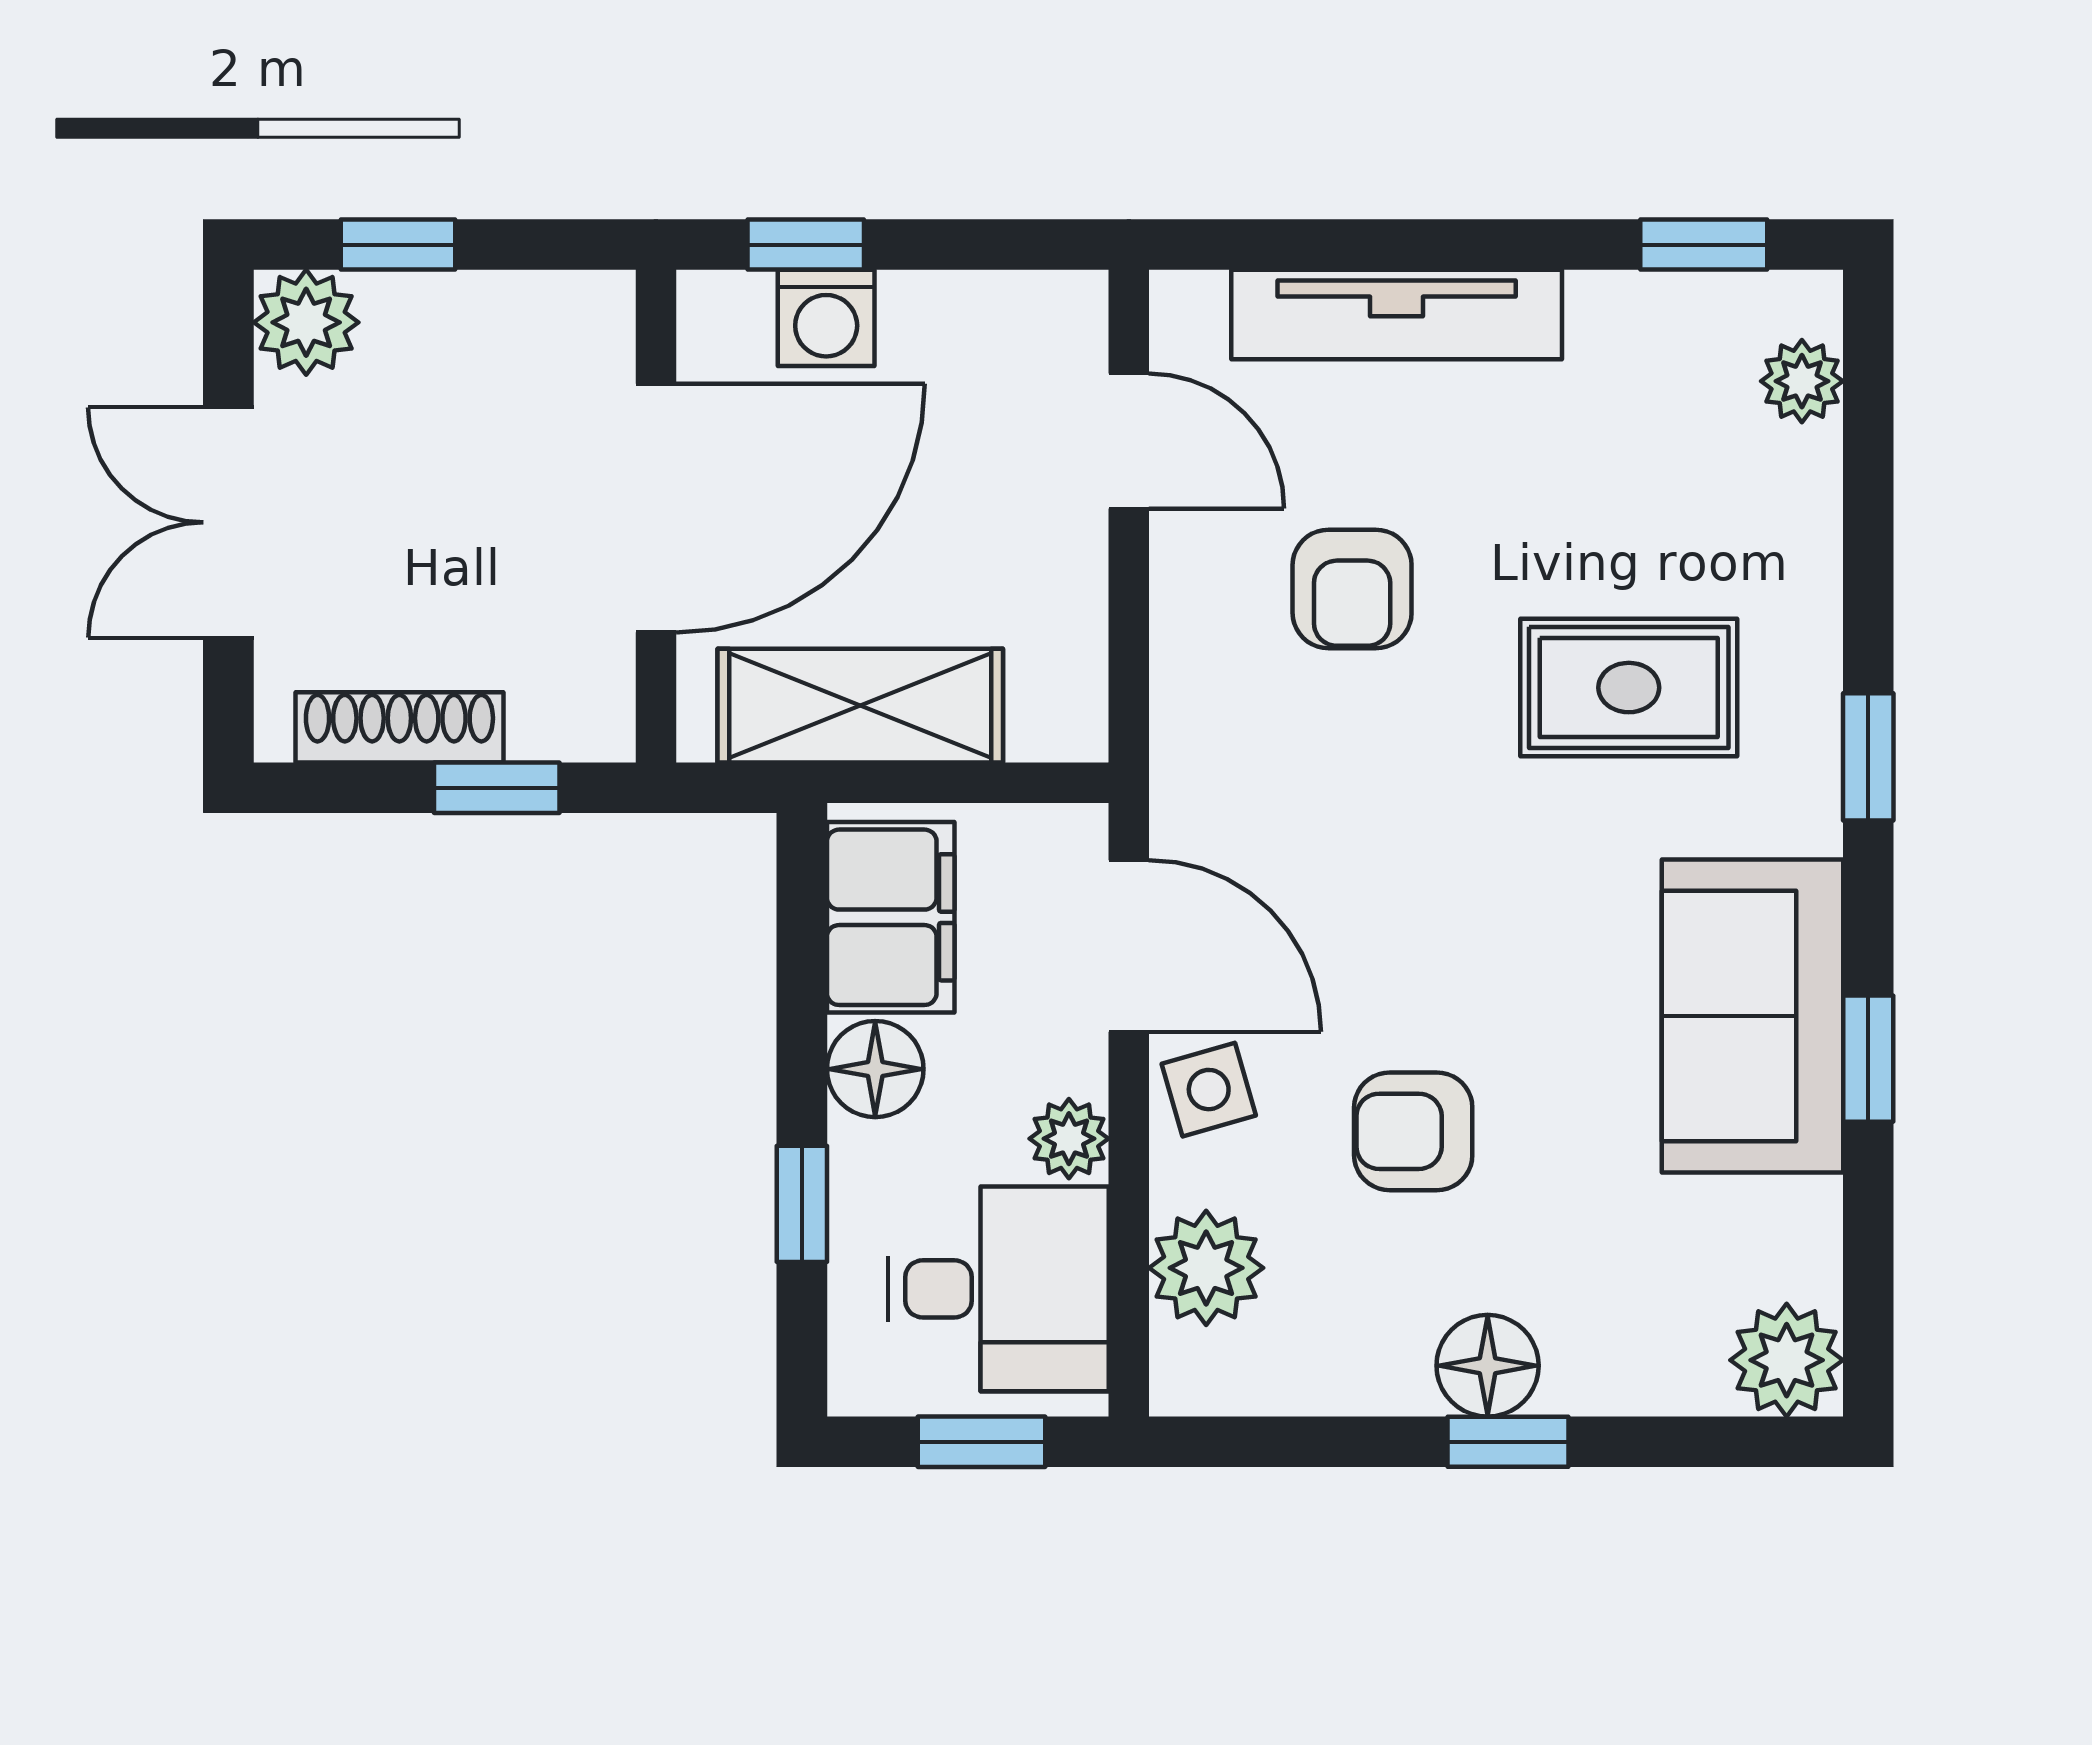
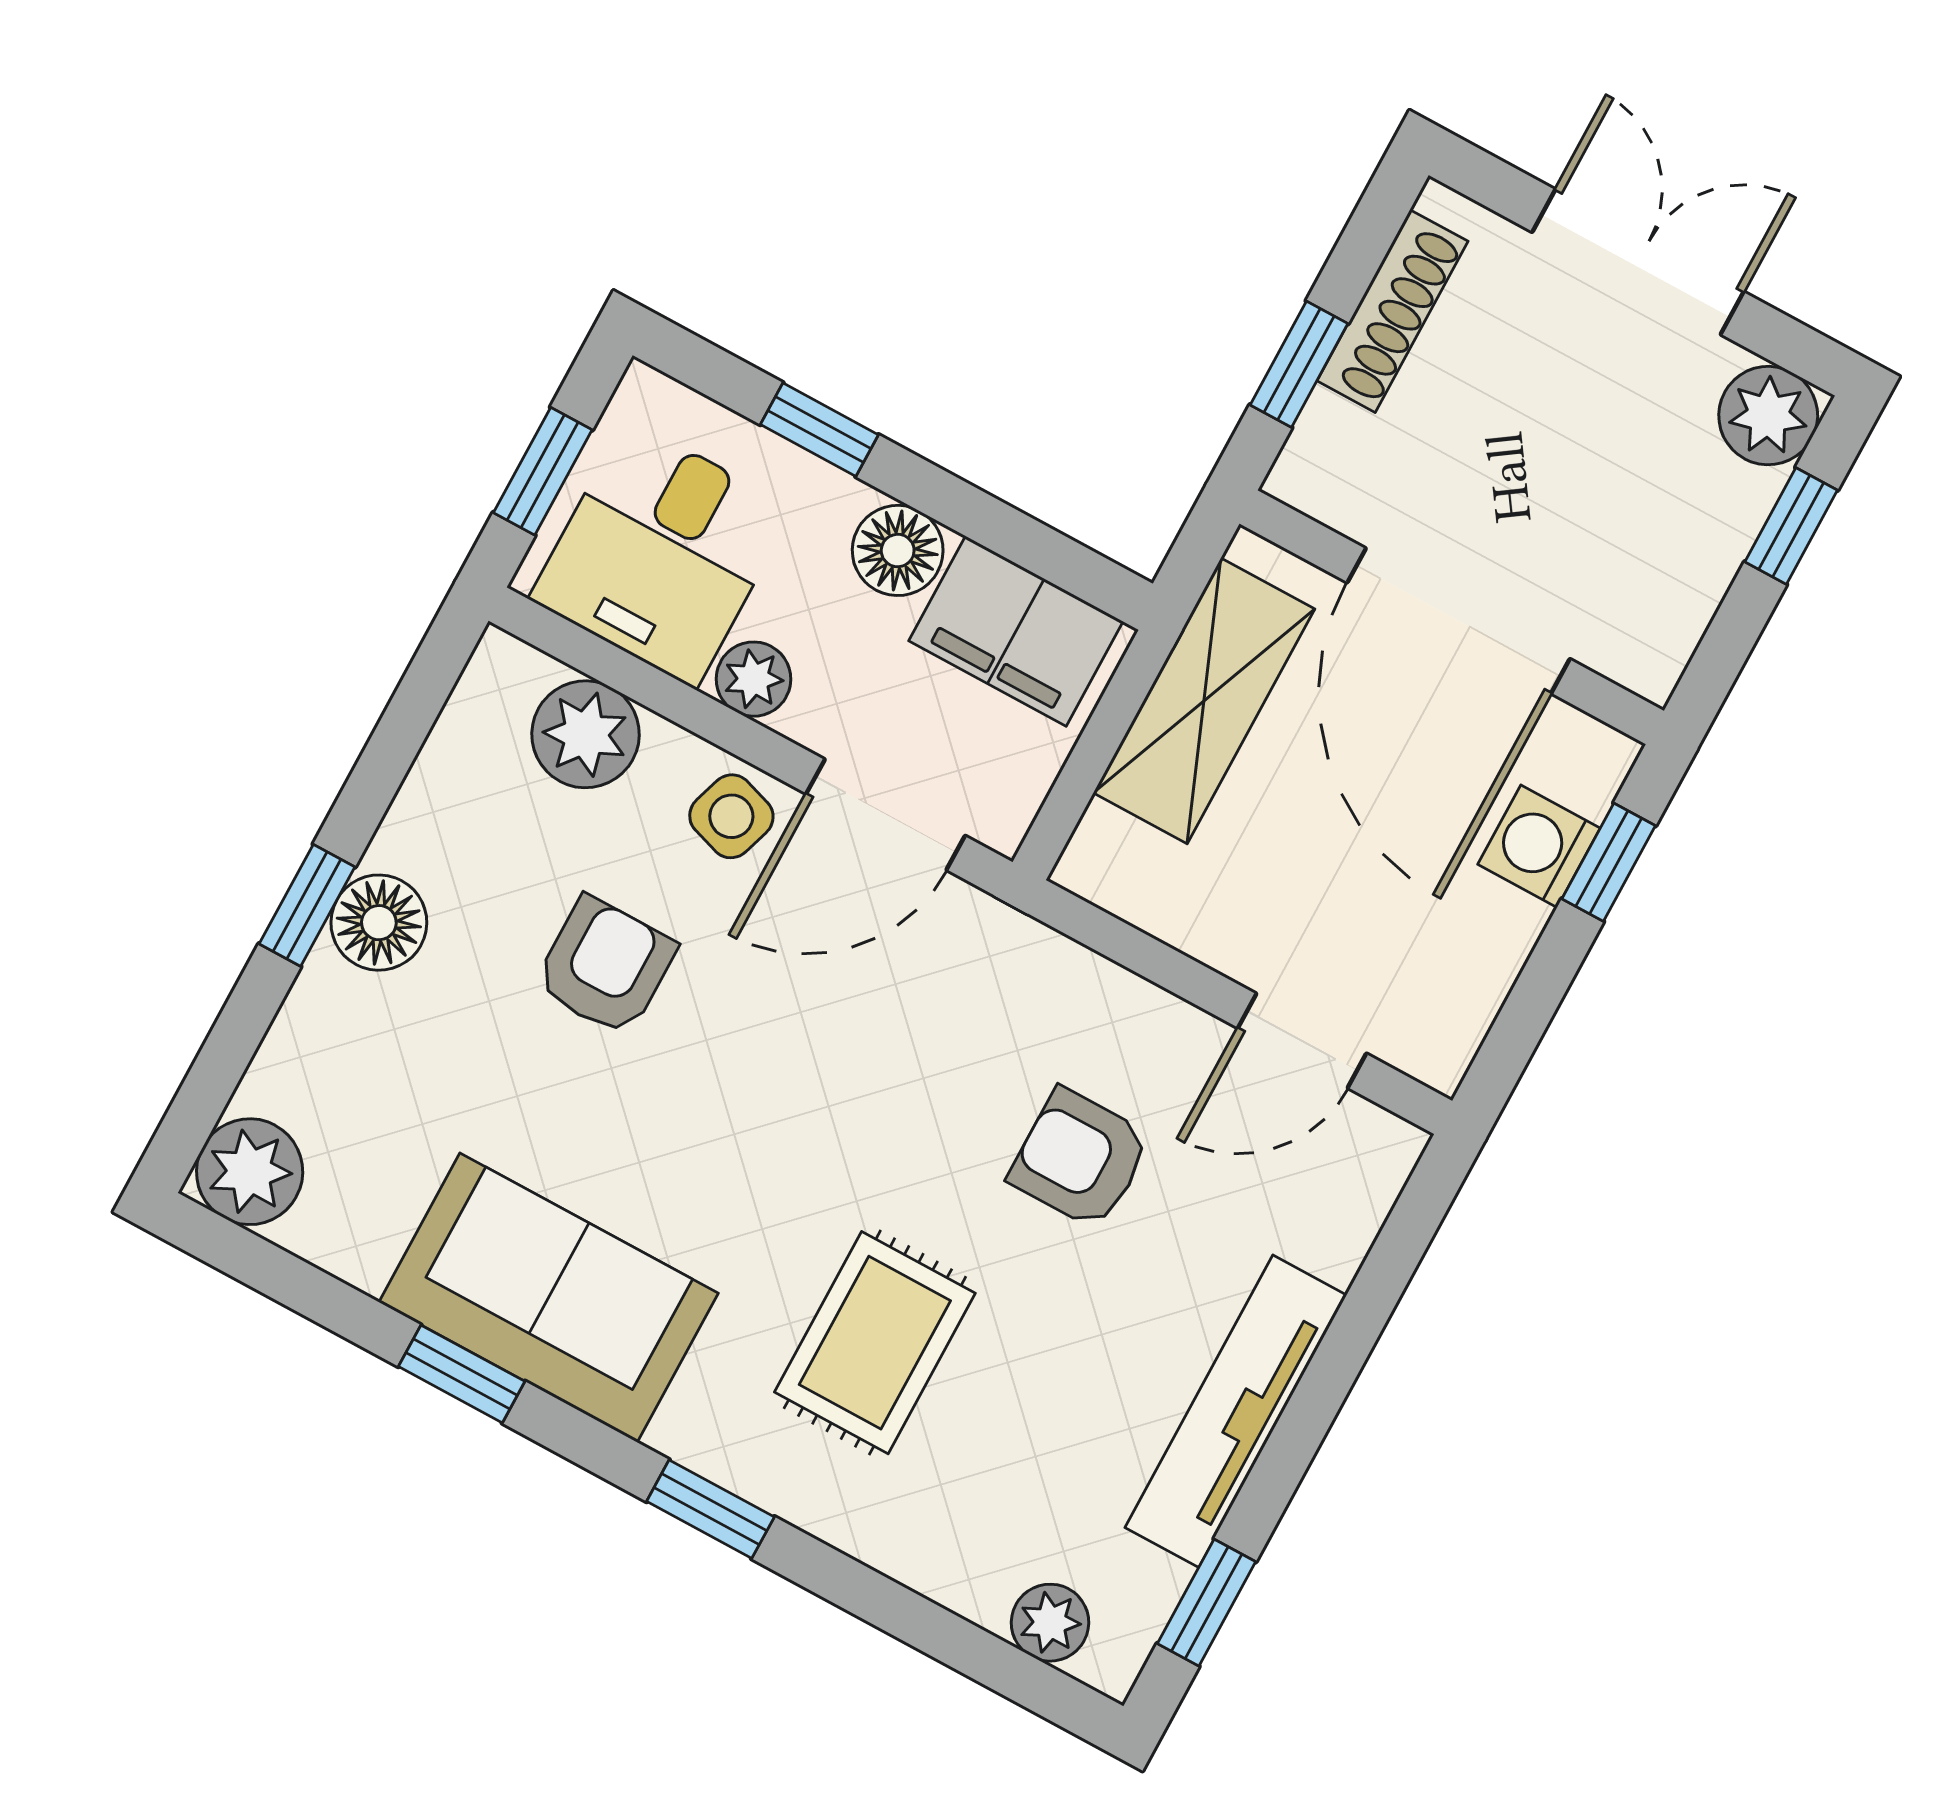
tv unit: (1397, 315) -> (1236, 1411), moved
side table: (1209, 1090) -> (731, 816), turned 34

